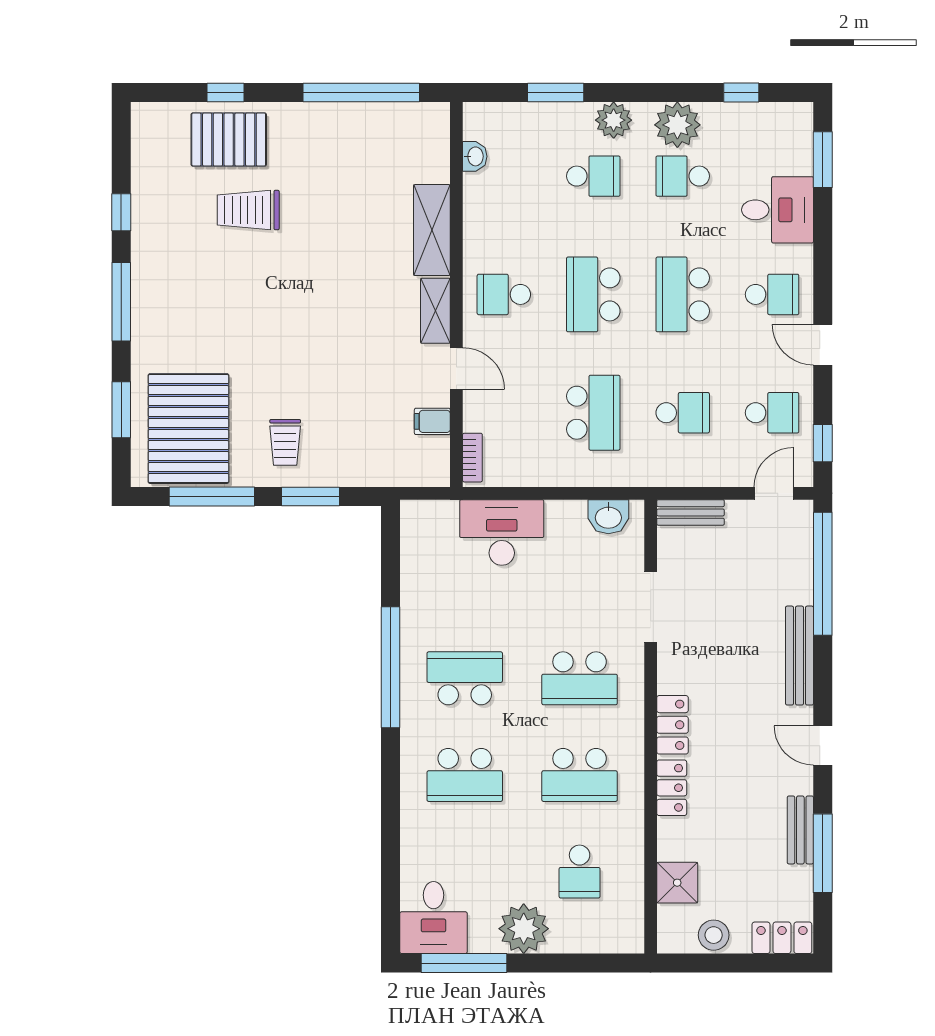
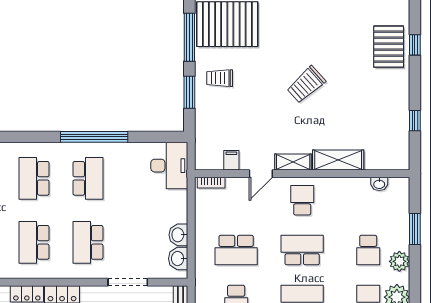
window: (361, 92) -> (415, 121), width x0.32
trolley: (248, 210) -> (306, 85), moved, turned -132
washbasin: (566, 516) -> (178, 235), added
desk: (502, 532) -> (169, 166), moved

